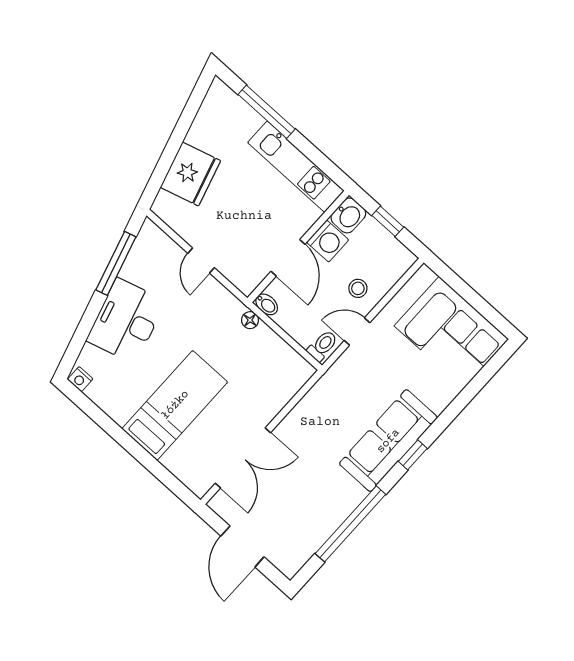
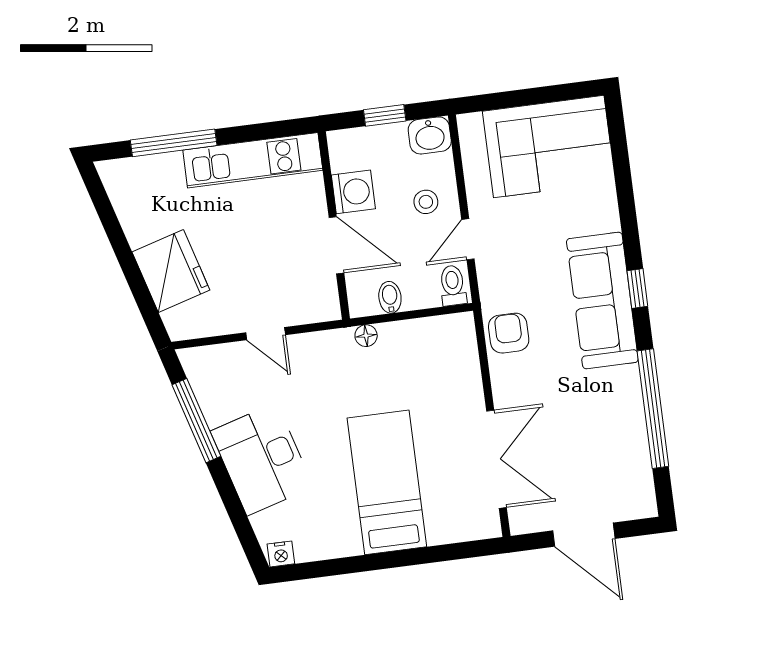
washbasin: (348, 215) -> (430, 135), moved, turned 90
bidet: (267, 304) -> (390, 297), moved, turned -90
armchair: (323, 402) -> (509, 333), added

